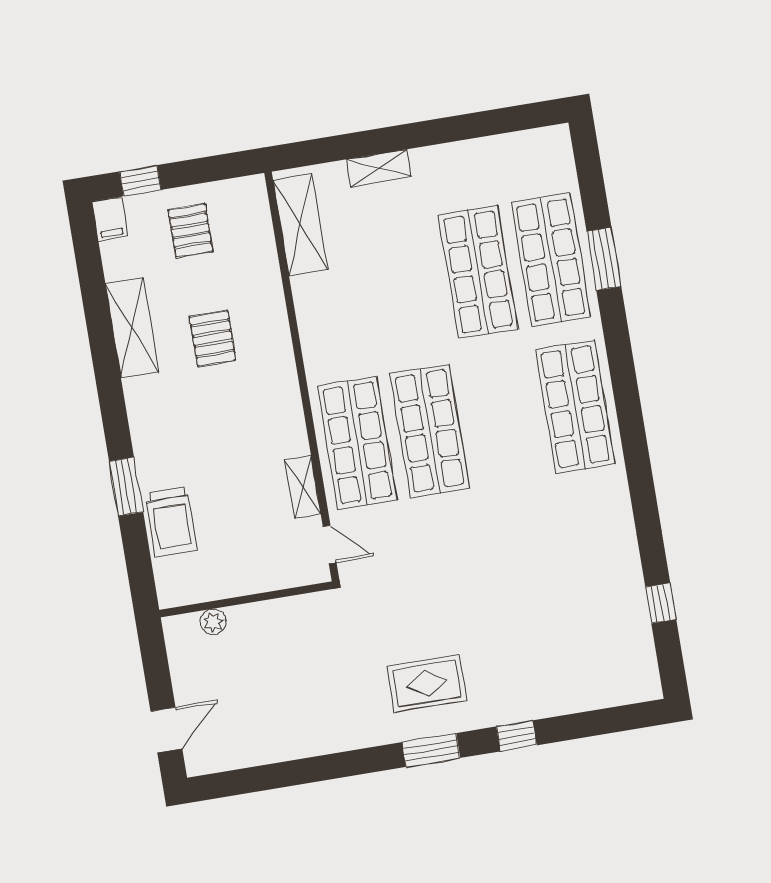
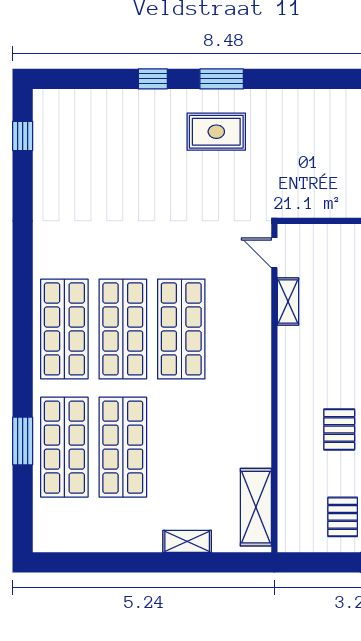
shop shelf: (357, 443) -> (123, 329), moved
window: (661, 603) -> (23, 136), moved

